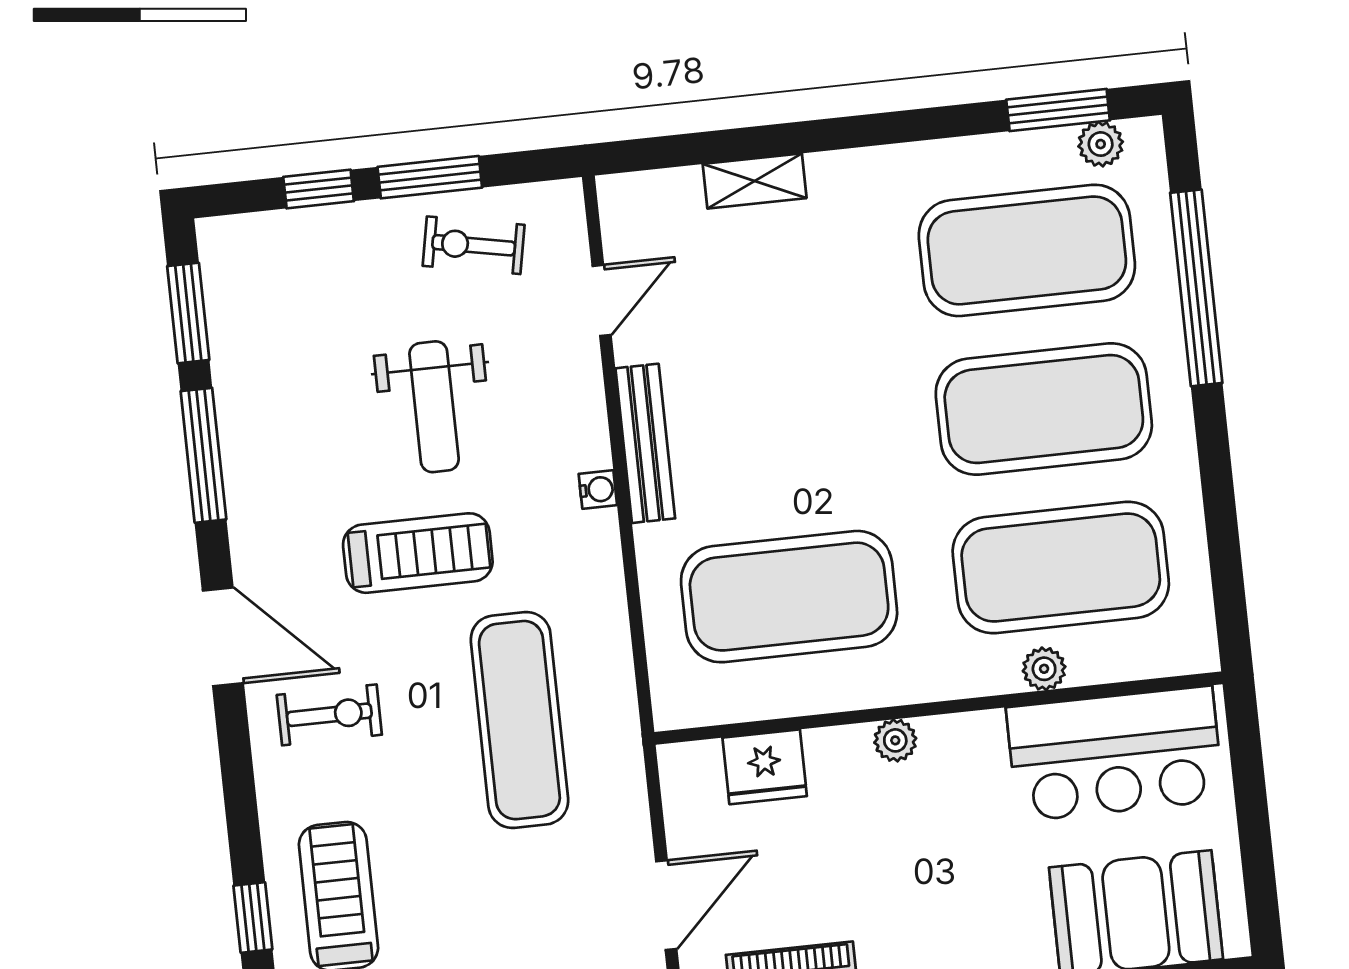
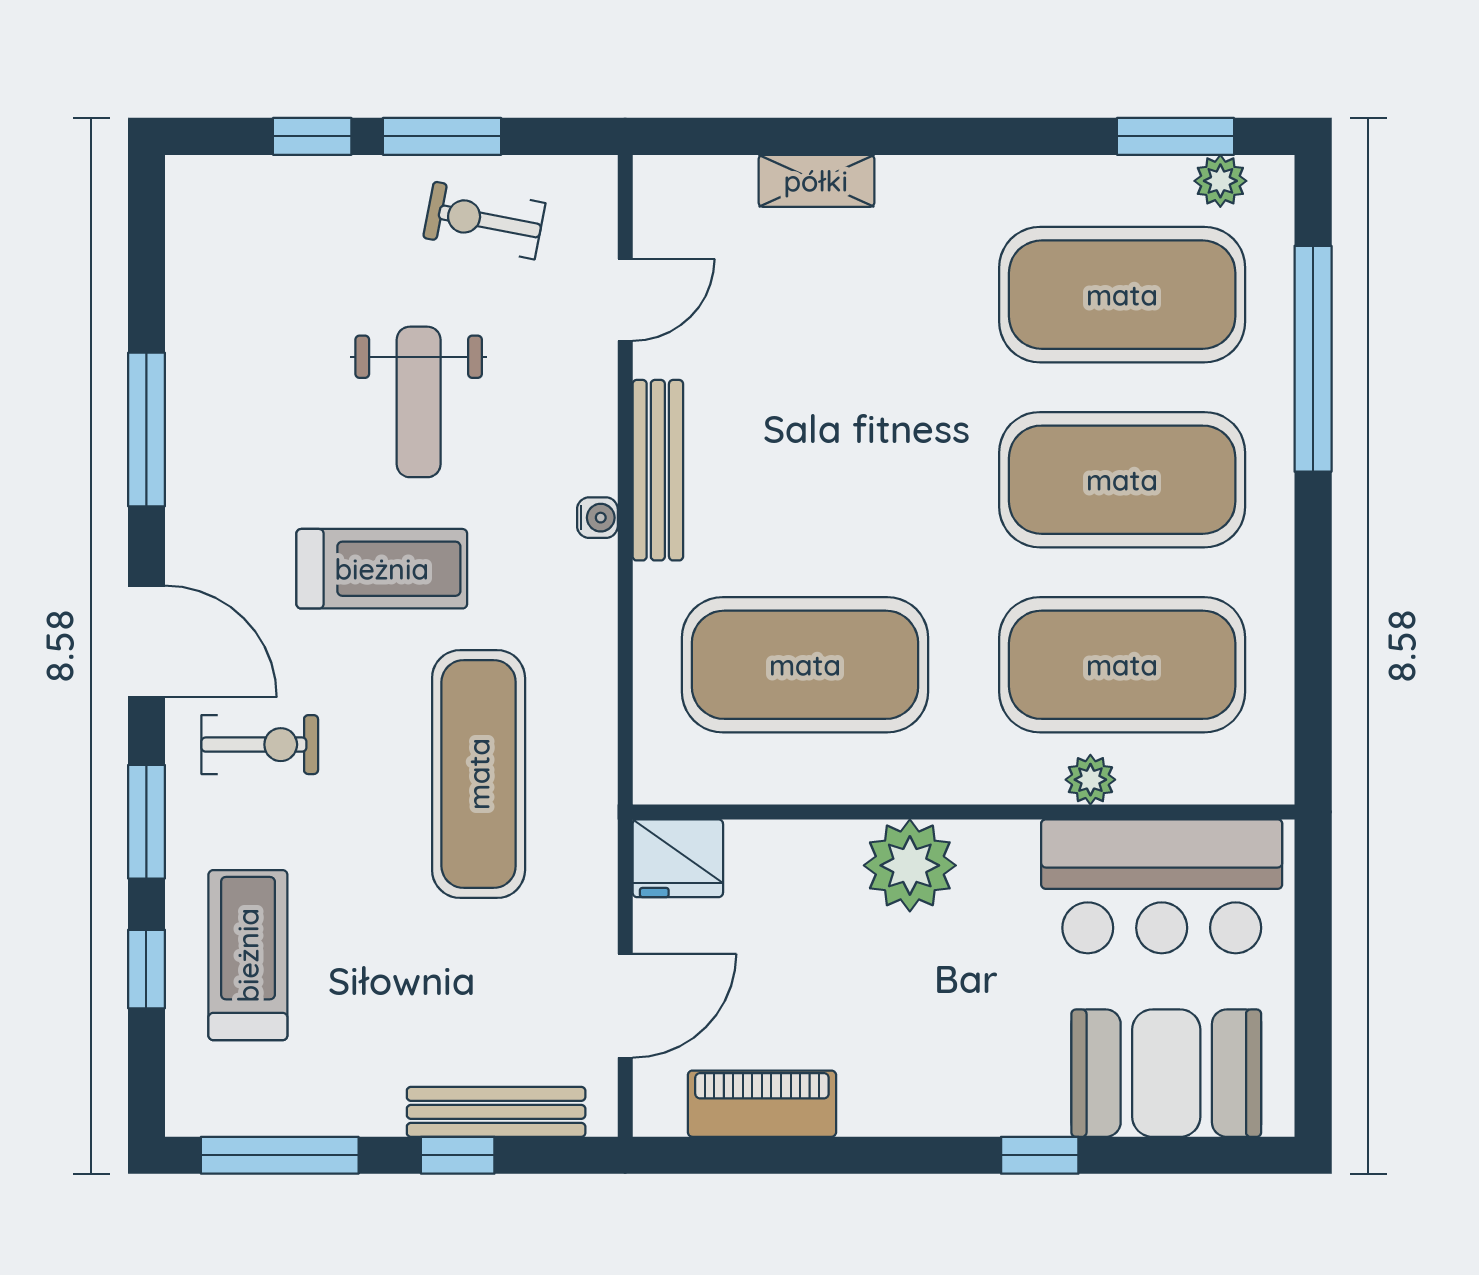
window: (188, 313) -> (146, 822), moved
plant: (895, 740) -> (910, 865), width x1.88, depth x1.88
fridge: (765, 767) -> (678, 858), moved

